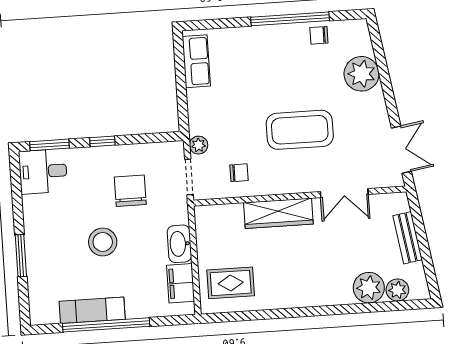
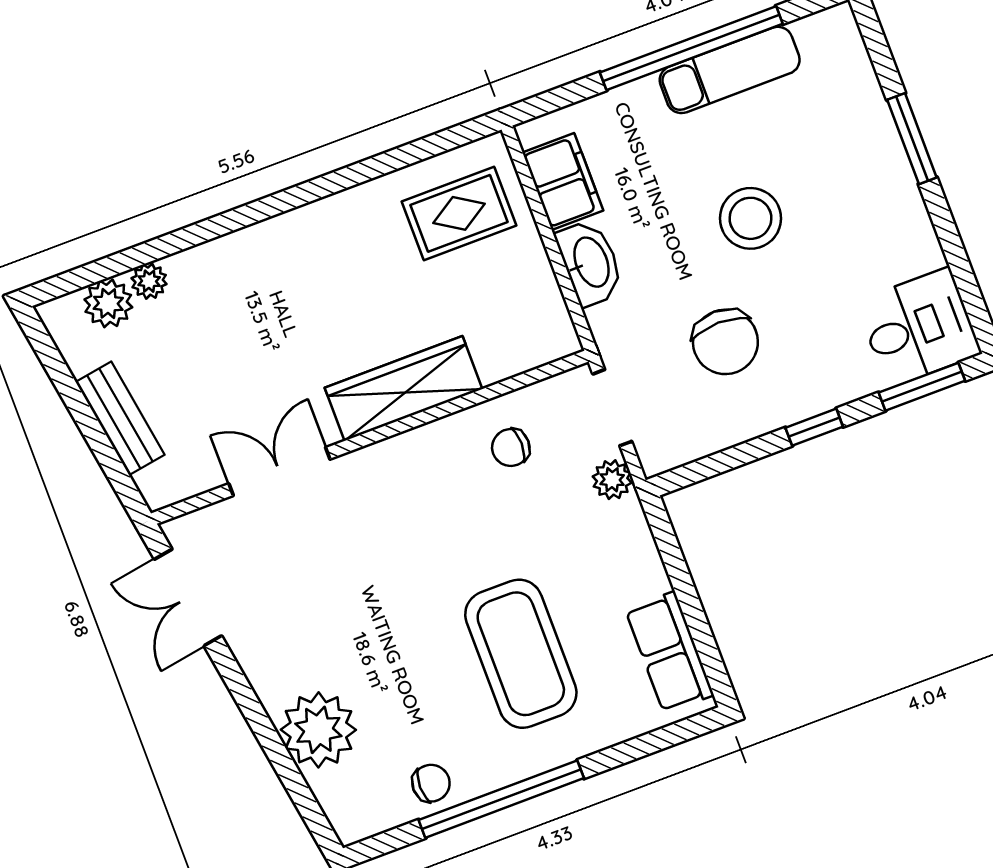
coffee table: (300, 130) -> (521, 654), moved, turned 90
plant: (369, 288) -> (149, 281), width x0.53, depth x0.53

